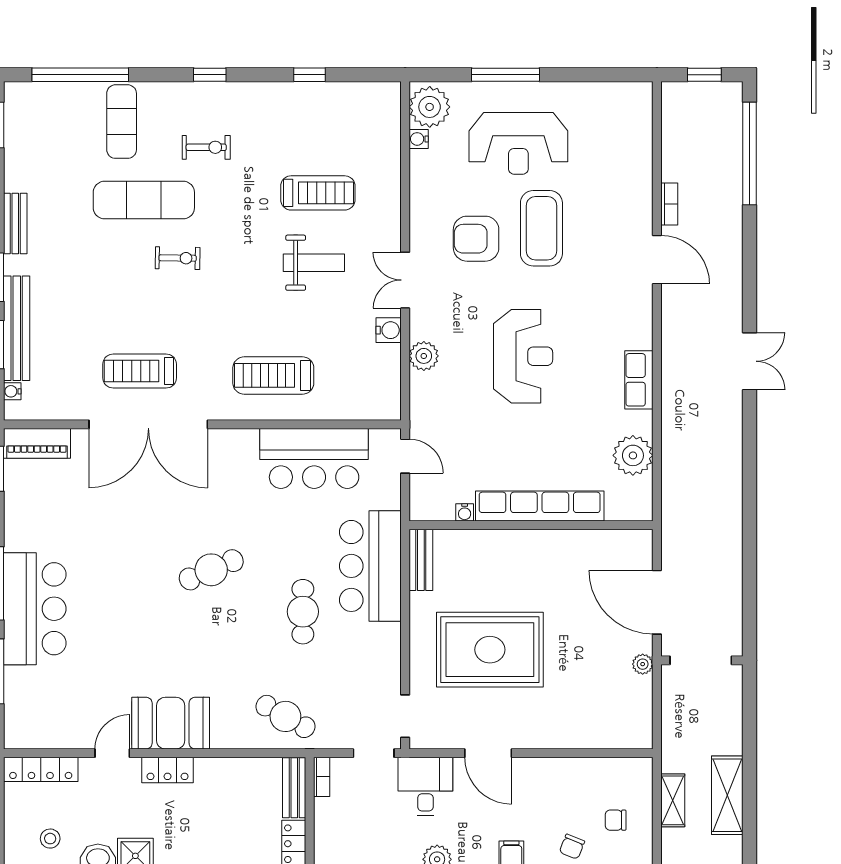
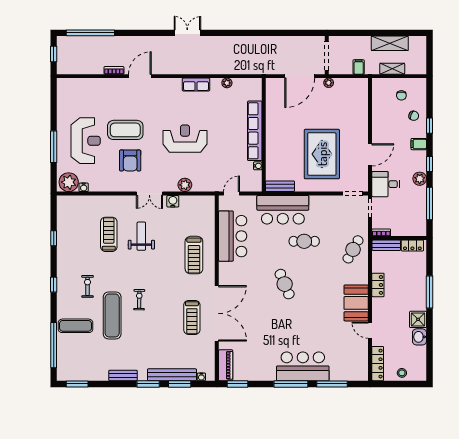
plant: (633, 455) -> (227, 83), width x0.53, depth x0.53
filing cabinet: (677, 728) -> (359, 67), added
locker: (168, 770) -> (378, 285), moved
stool: (50, 839) -> (402, 373), moved

